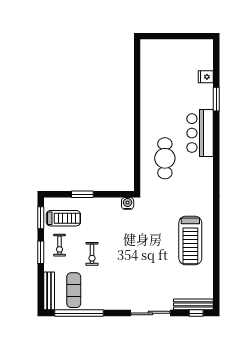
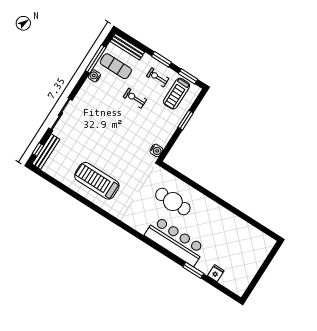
bar counter: (200, 133) -> (175, 241), width x1.36
water cooler: (95, 304) -> (94, 76), added
window: (79, 313) -> (96, 59), width x0.68

